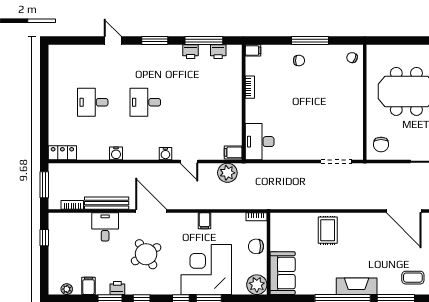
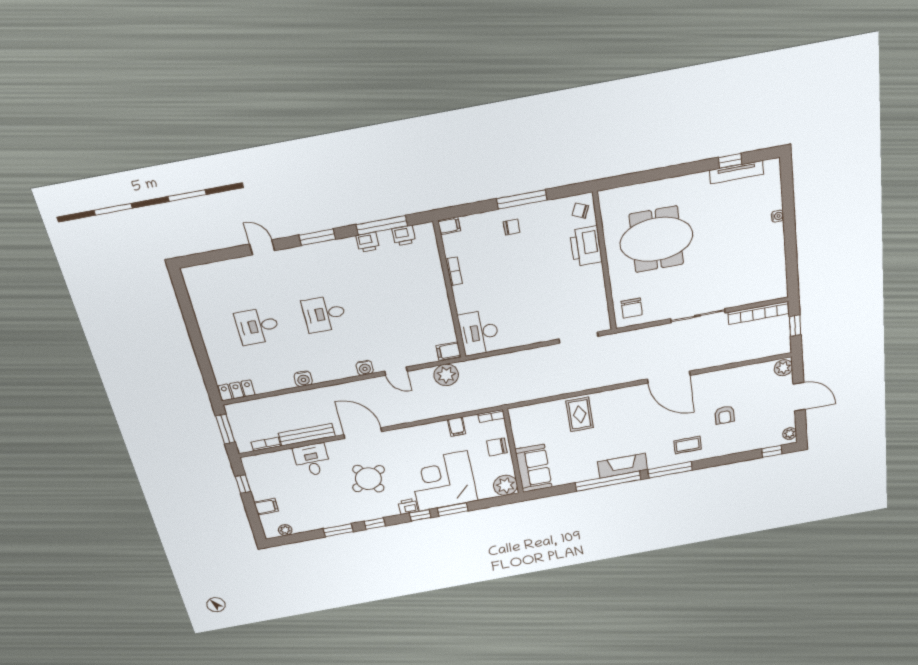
printer: (352, 87) -> (586, 246), added
filing cabinet: (205, 221) -> (457, 427), moved
filing cabinet: (89, 286) -> (266, 507), moved, turned 90
printer: (117, 288) -> (408, 507), moved

